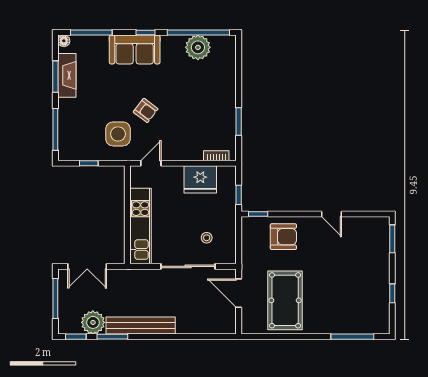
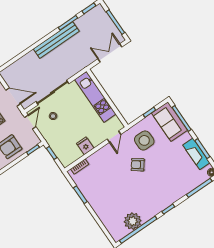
sofa: (135, 49) -> (170, 122), moved, turned -90
fridge: (200, 179) -> (85, 146), width x0.53, depth x0.75
door: (239, 249) -> (30, 122), added
plant: (93, 322) -> (85, 23), removed

